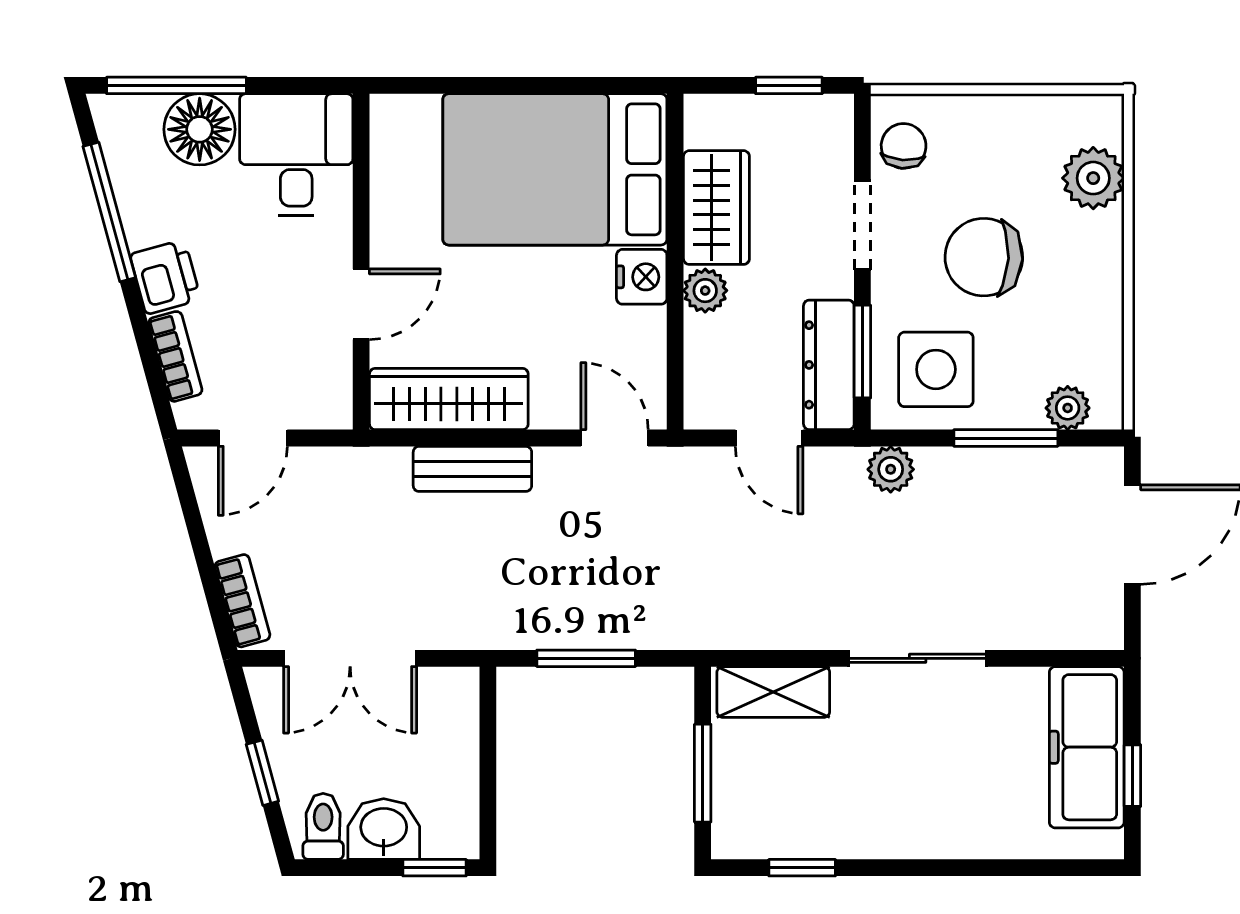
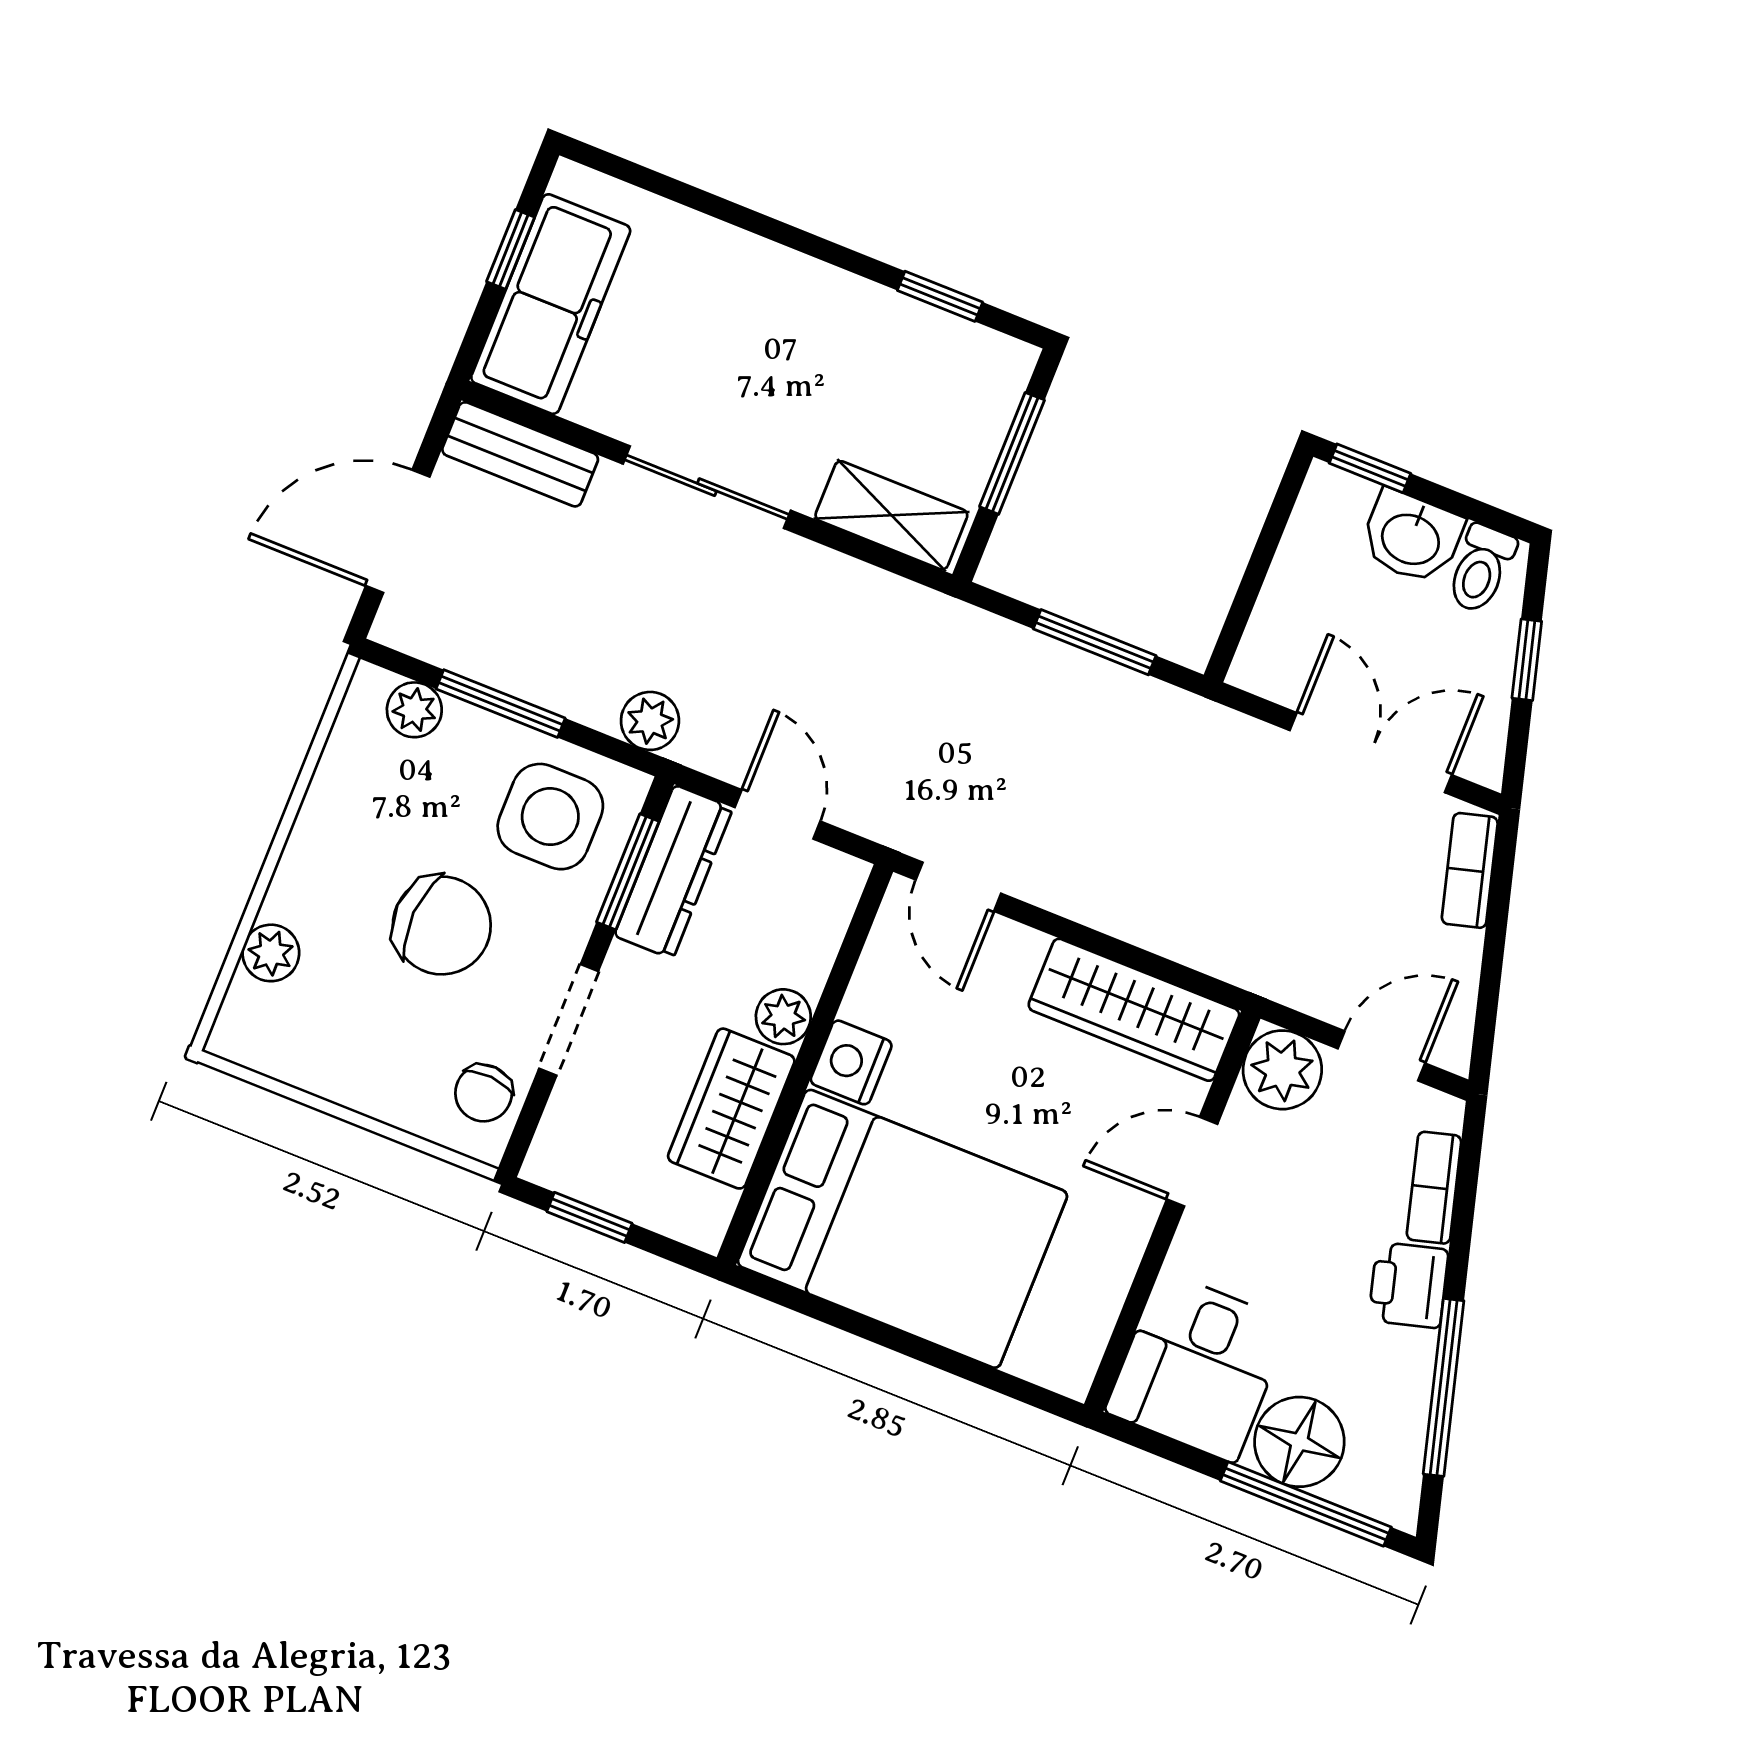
plant: (1093, 178) -> (271, 953), width x0.73, depth x0.73
plant: (322, 399) -> (1282, 1070), added
bench: (472, 469) -> (520, 454), moved

